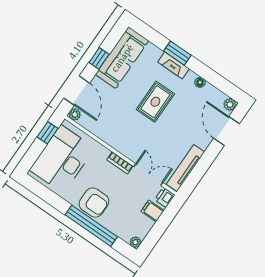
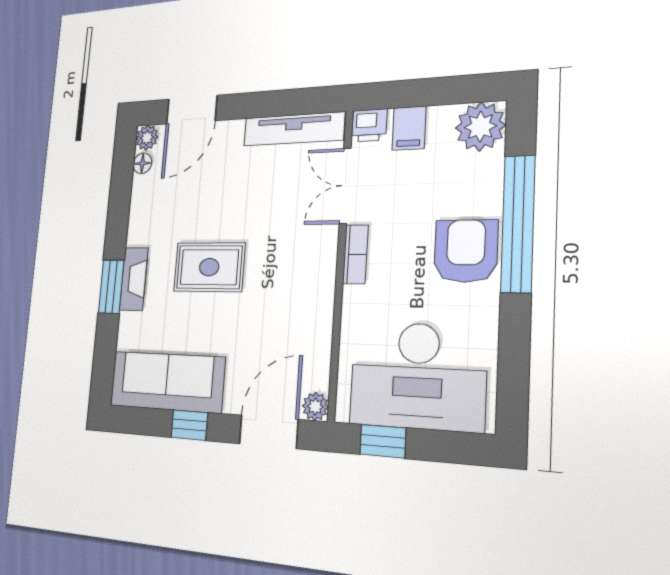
floor lamp: (200, 82) -> (142, 163), moved
plant: (135, 242) -> (480, 127), width x1.88, depth x1.88

